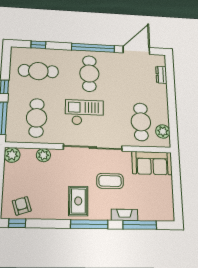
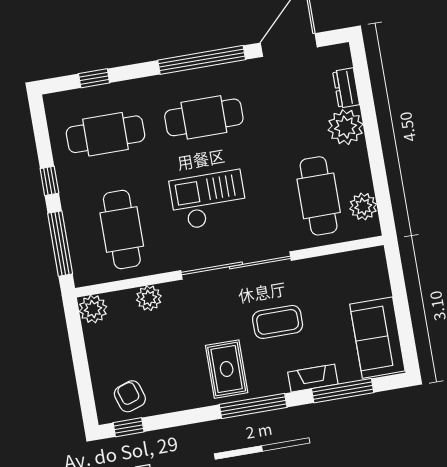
cafe table: (89, 74) -> (204, 117), turned 90
plant: (159, 92) -> (345, 127), added
sofa: (152, 163) -> (377, 338), moved, turned 90

